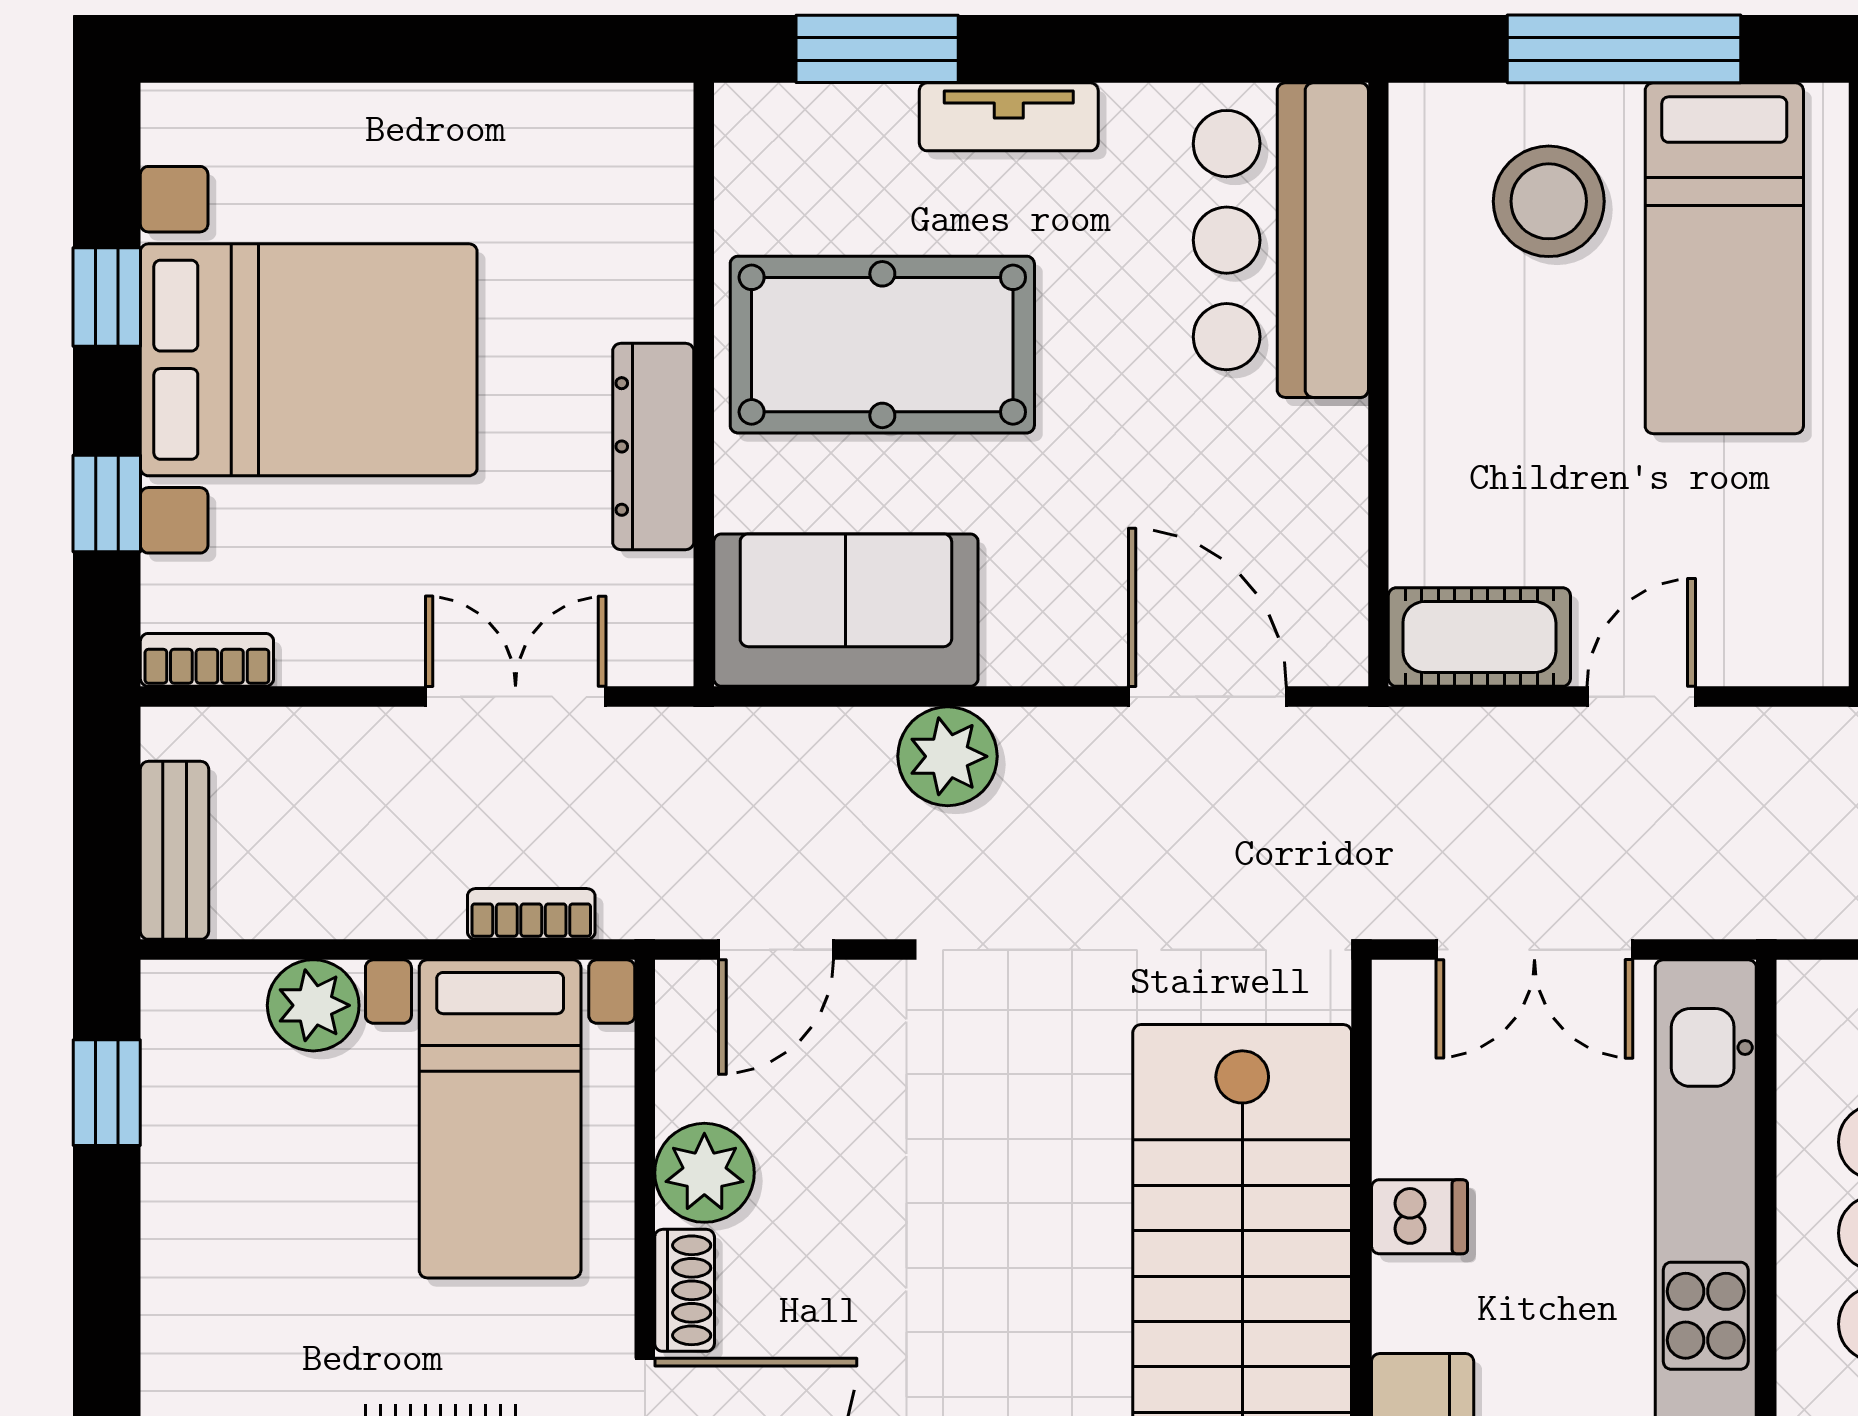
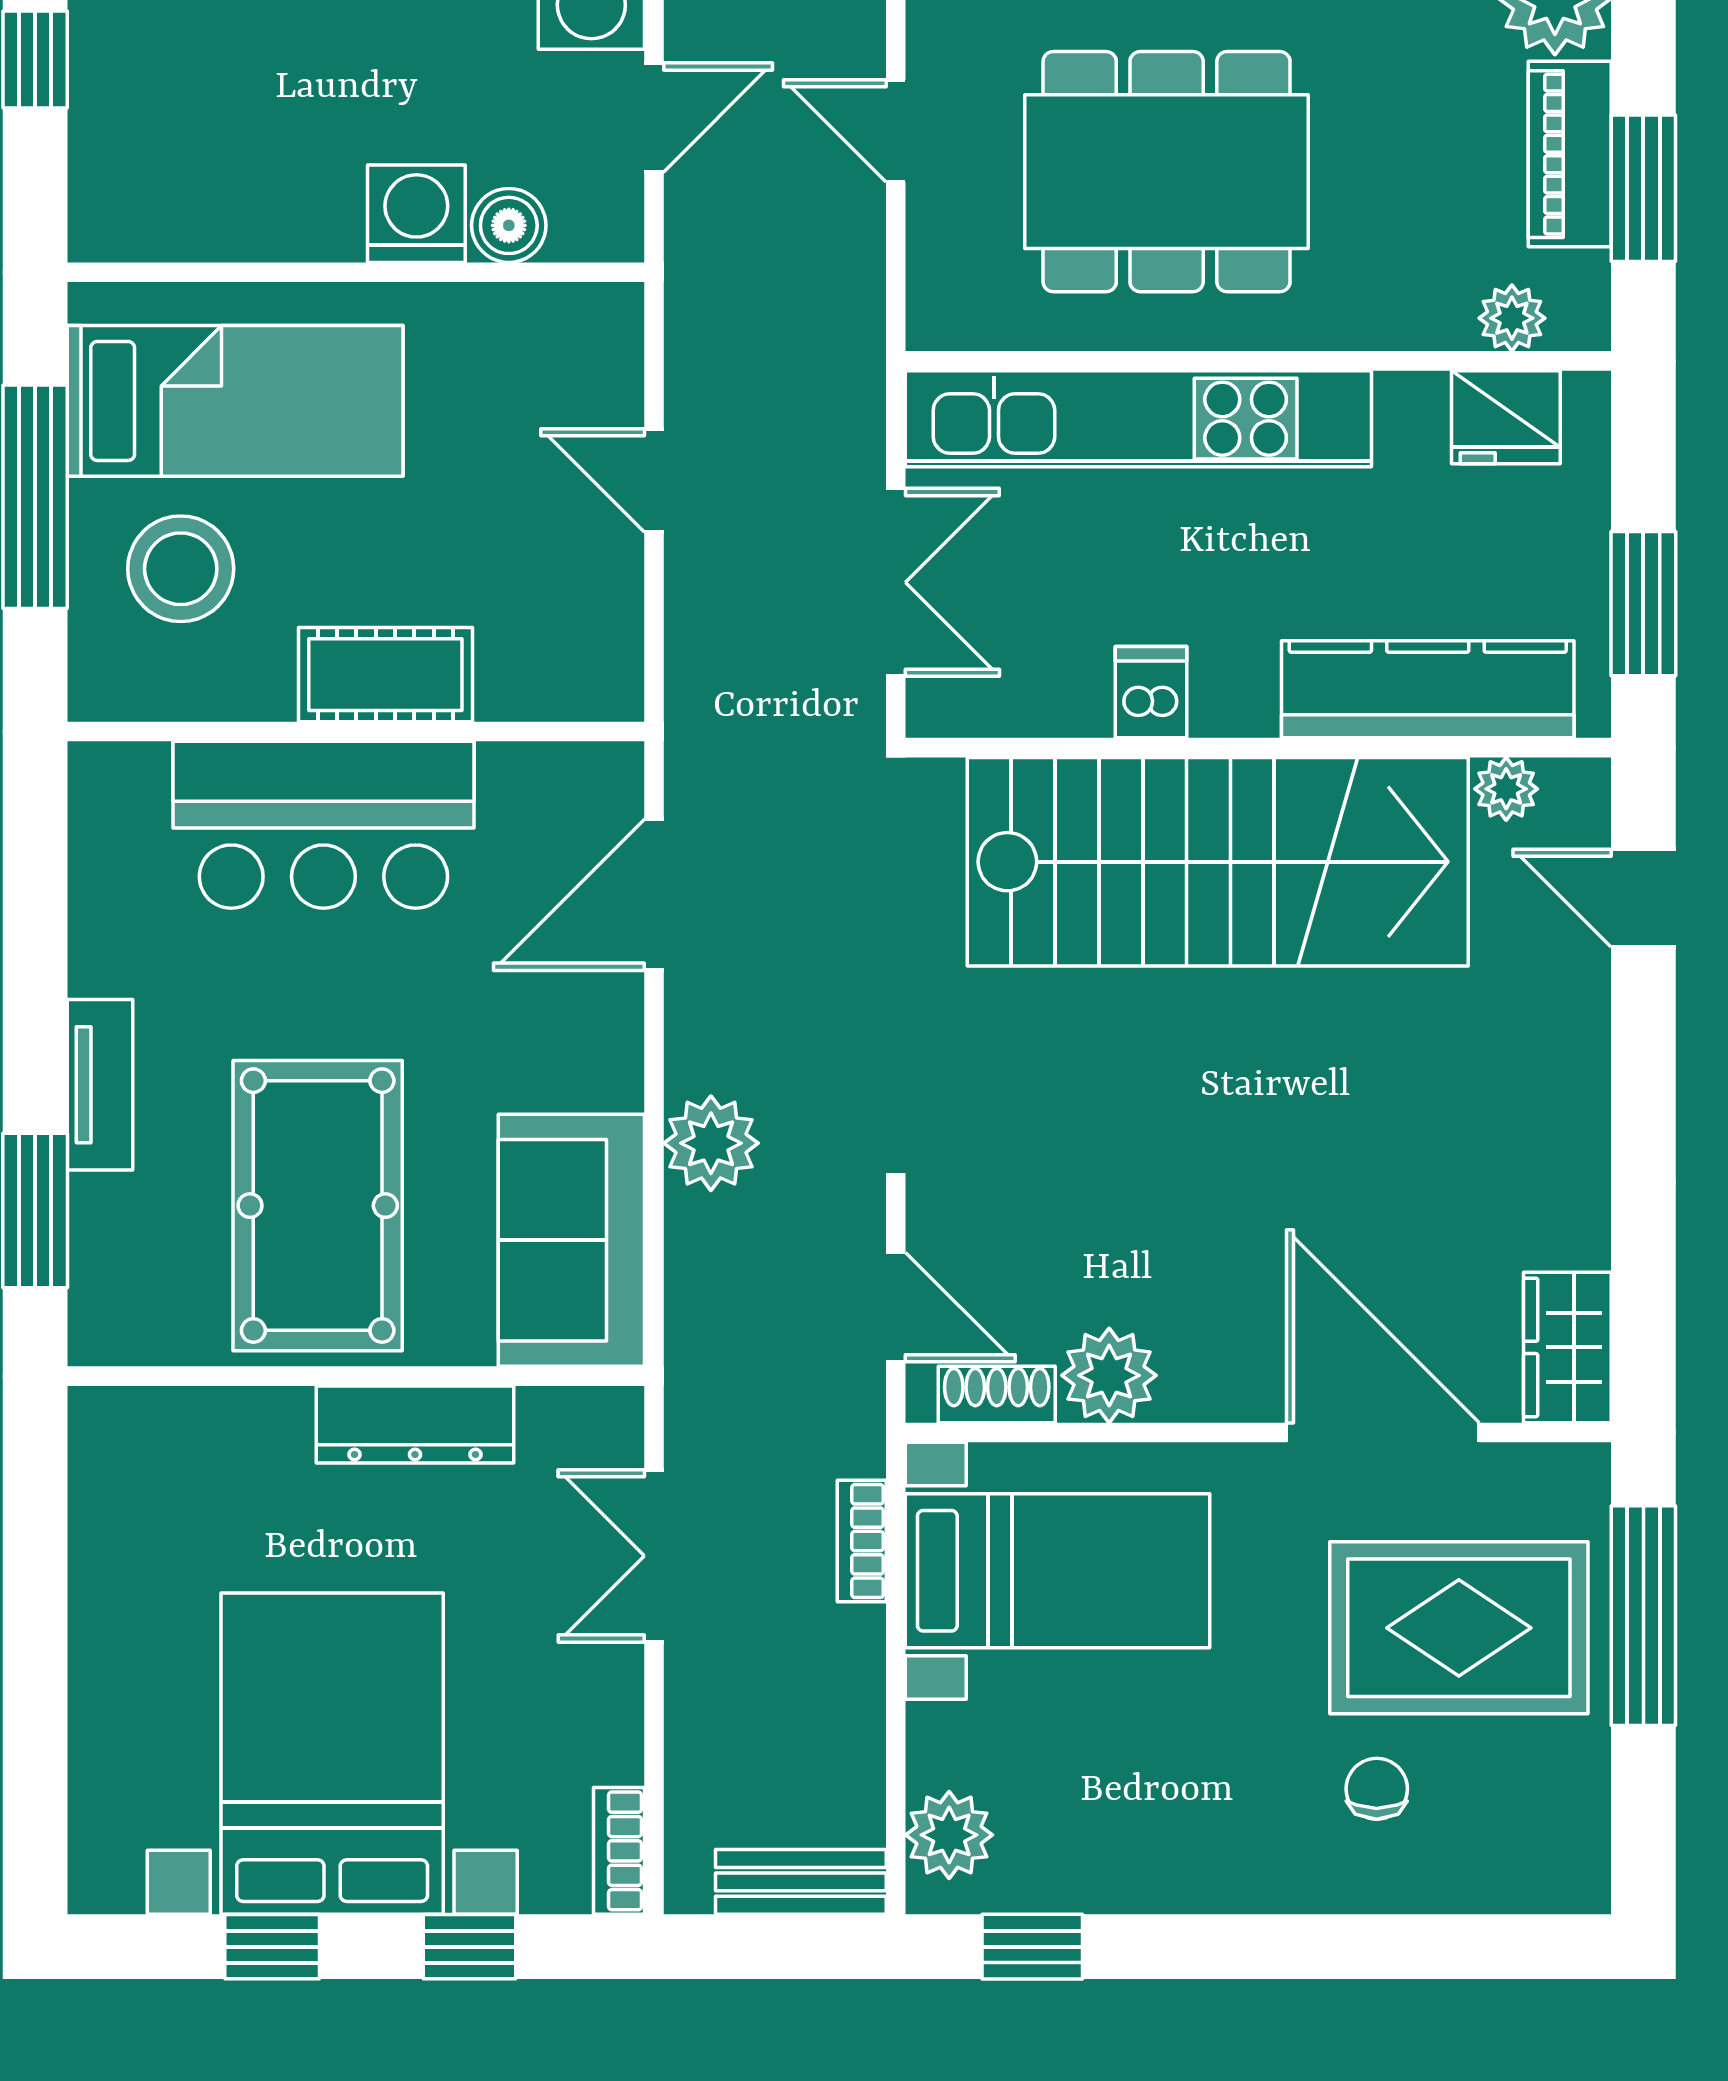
bar counter: (1281, 240) -> (323, 825), moved
cot: (1479, 637) -> (385, 675), moved, turned 90
plant: (313, 1005) -> (949, 1835), moved
shoe rack: (685, 1290) -> (997, 1395), moved

